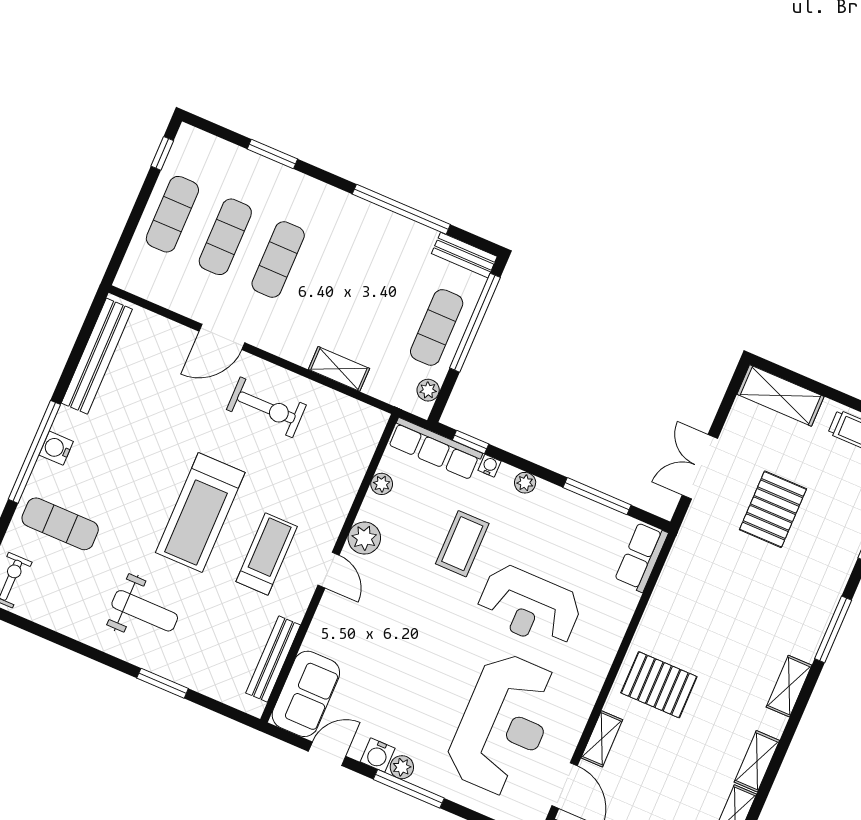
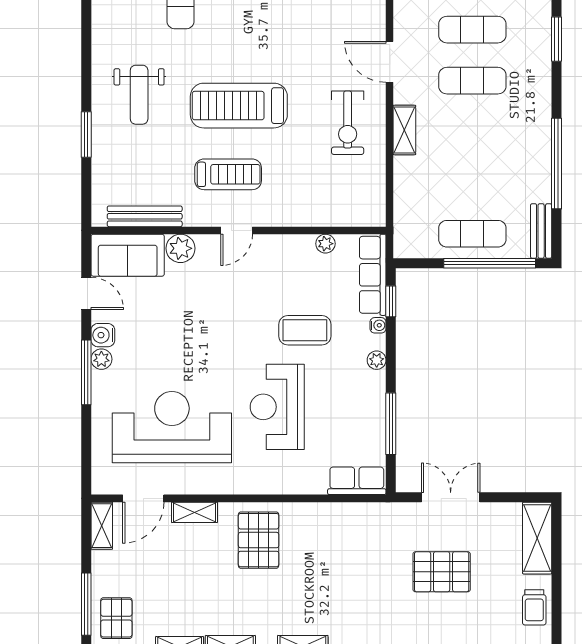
shelving: (339, 369) -> (404, 130), moved
plant: (428, 390) -> (418, 249), removed
plant: (364, 538) -> (180, 248), moved
reception desk: (503, 724) -> (172, 427), turned 180

